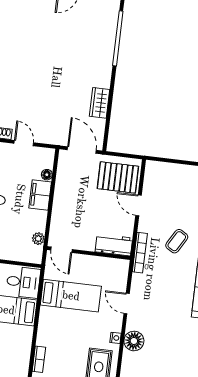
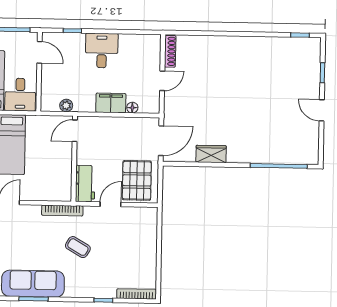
workbench: (114, 245) -> (85, 184), moved
door: (61, 250) -> (75, 131), moved
wall: (89, 253) -> (74, 159), moved

